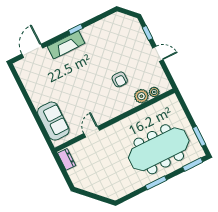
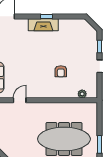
fireplace: (66, 45) -> (43, 25), moved
plant: (141, 96) -> (71, 92), removed

